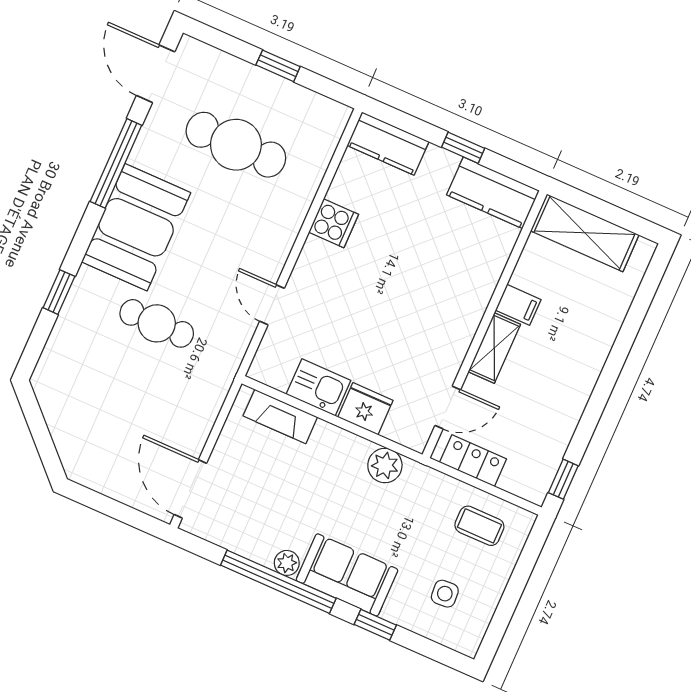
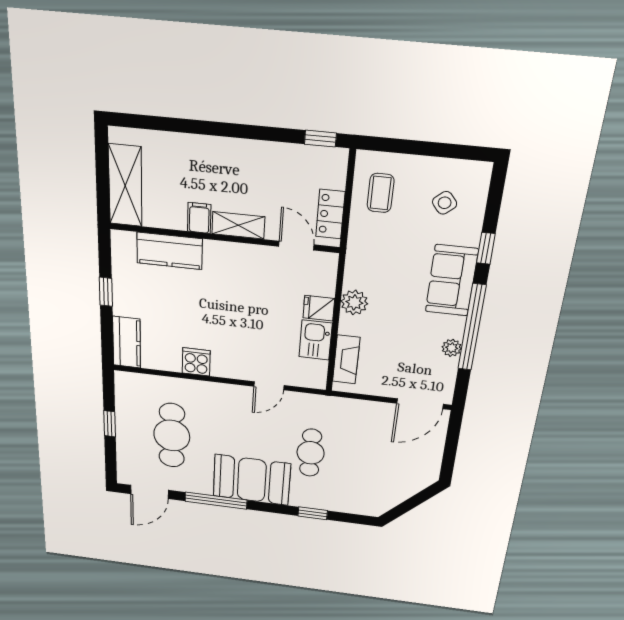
kitchen counter: (493, 193) -> (170, 251), moved, turned 90
fridge: (365, 409) -> (319, 308), width x0.72
plant: (385, 465) -> (354, 302), moved
plant: (287, 563) -> (452, 348), moved
side table: (445, 594) -> (445, 203), turned -36

